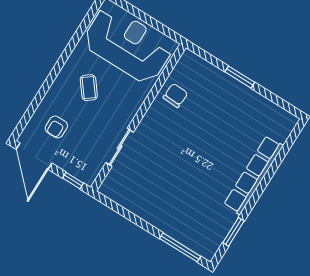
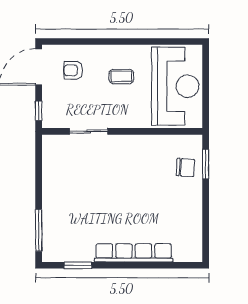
window: (240, 77) -> (206, 164), moved
coffee table: (89, 88) -> (121, 77), turned 38
chair: (175, 95) -> (185, 167), moved

